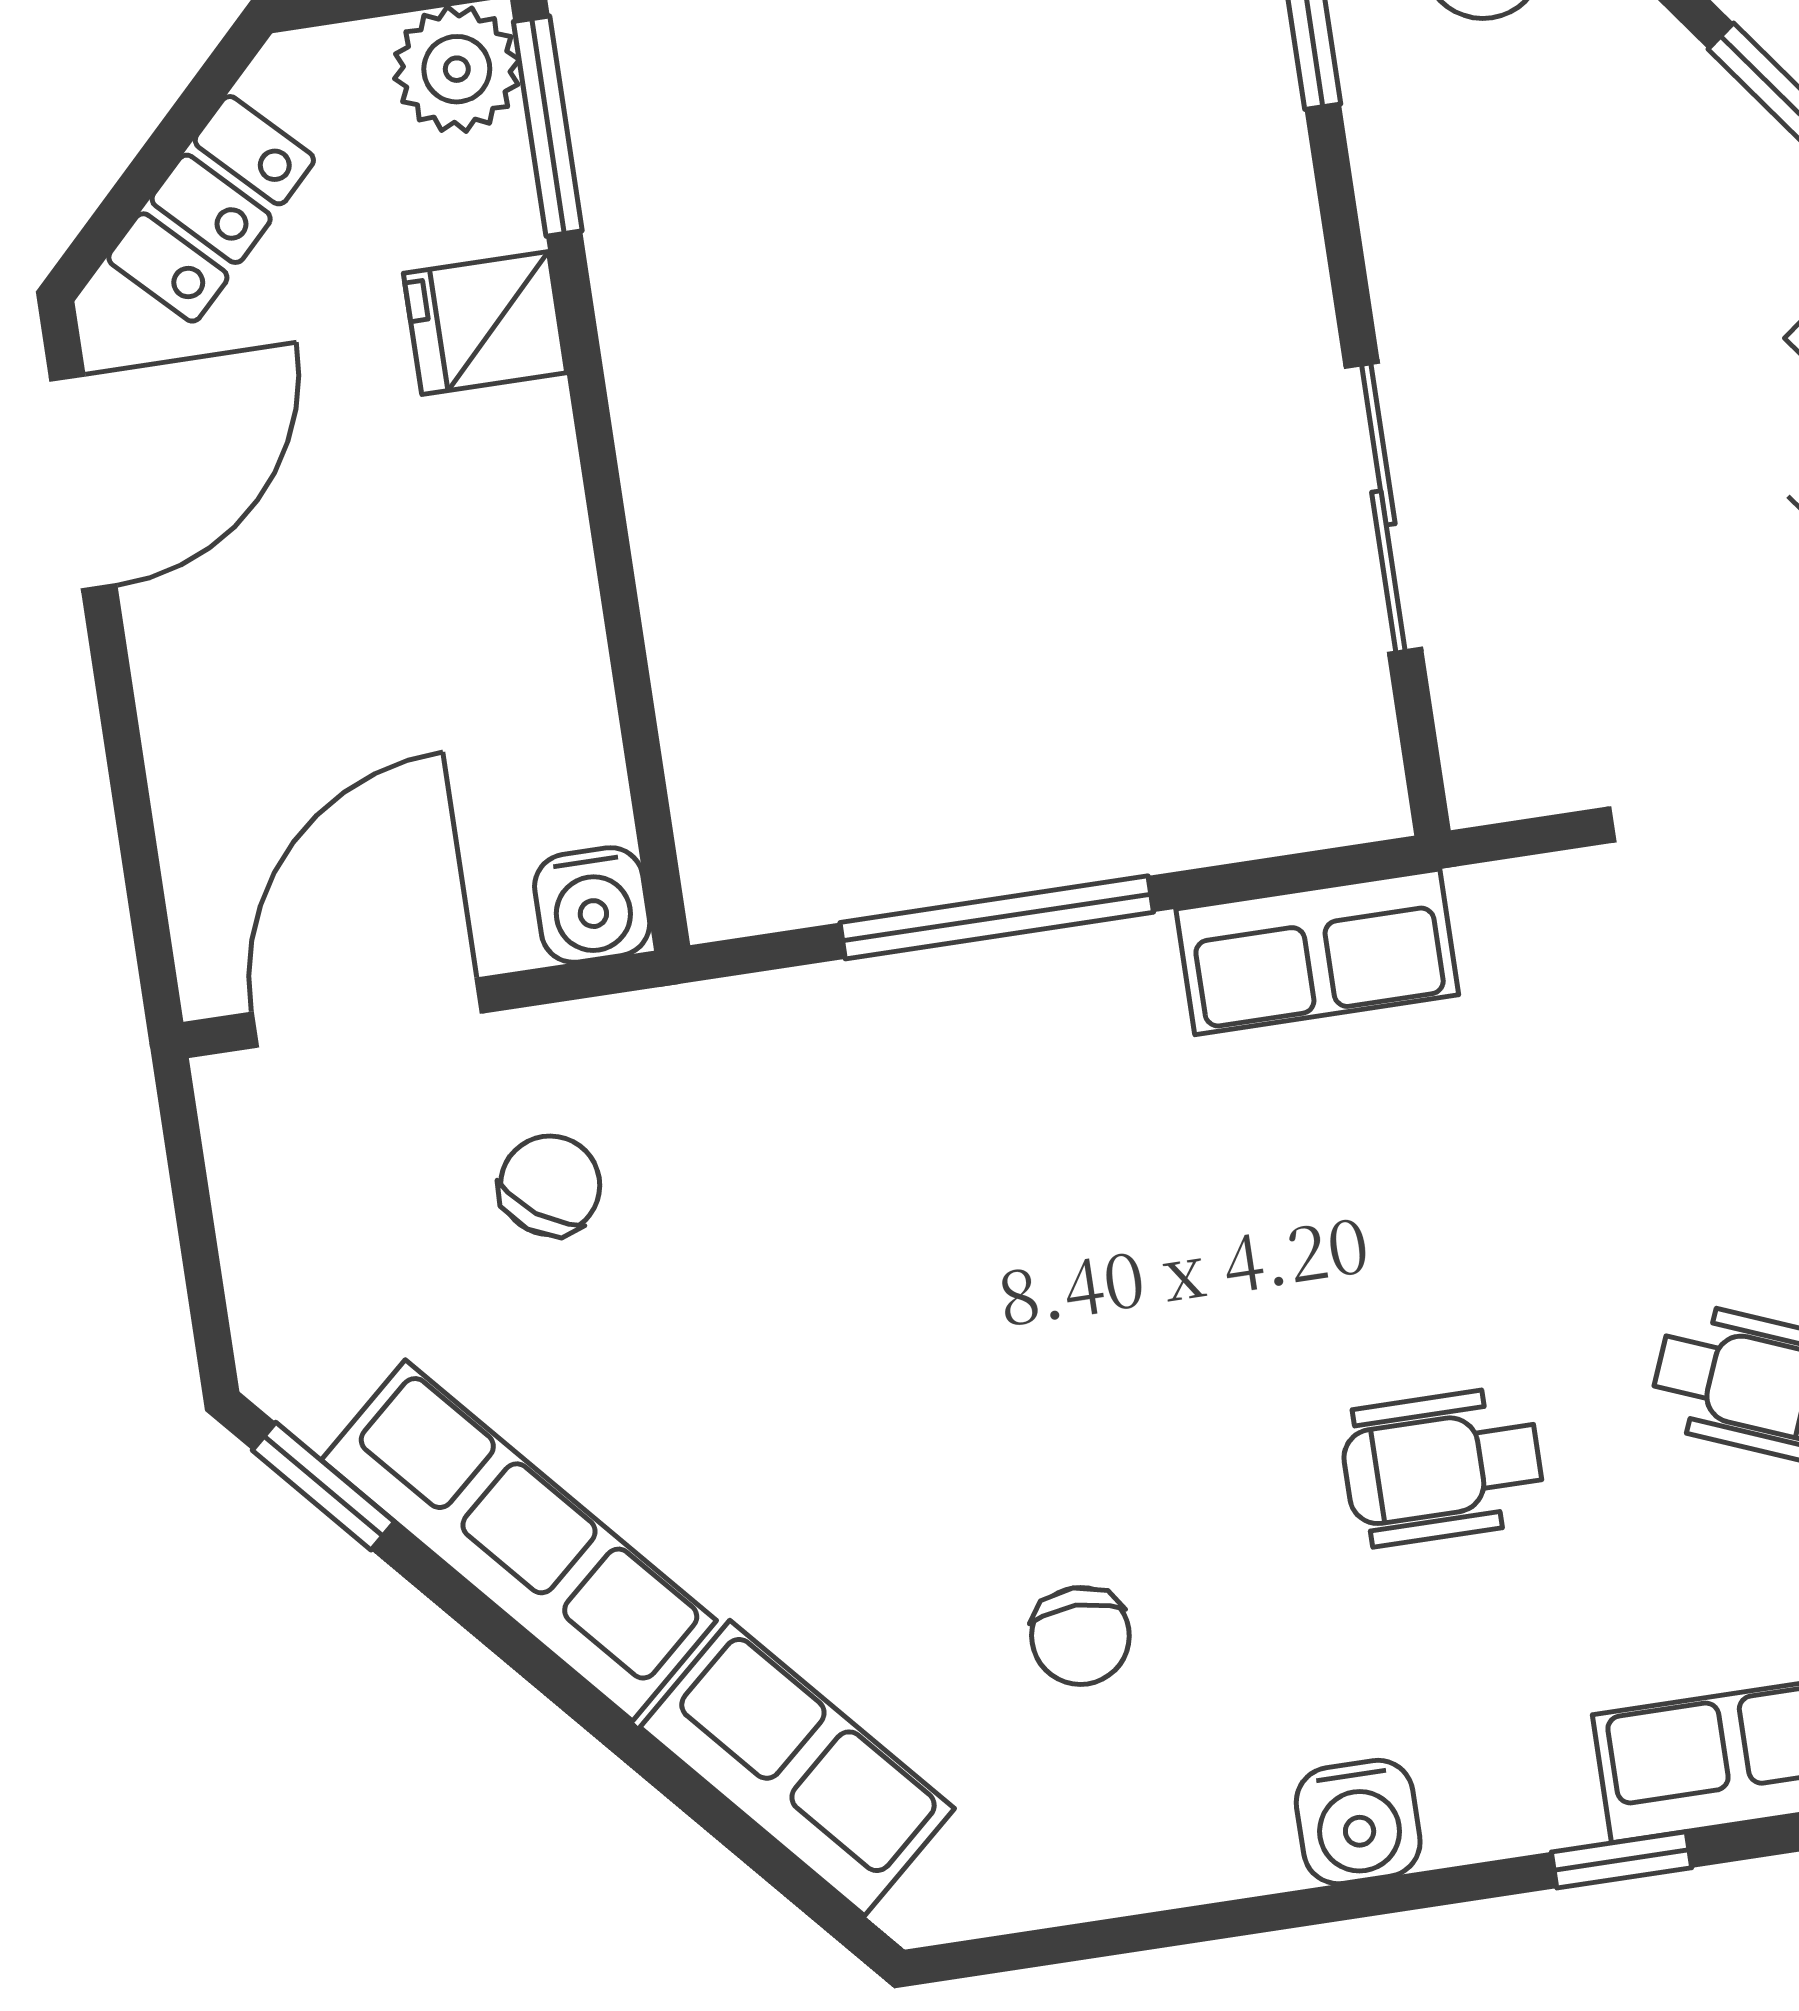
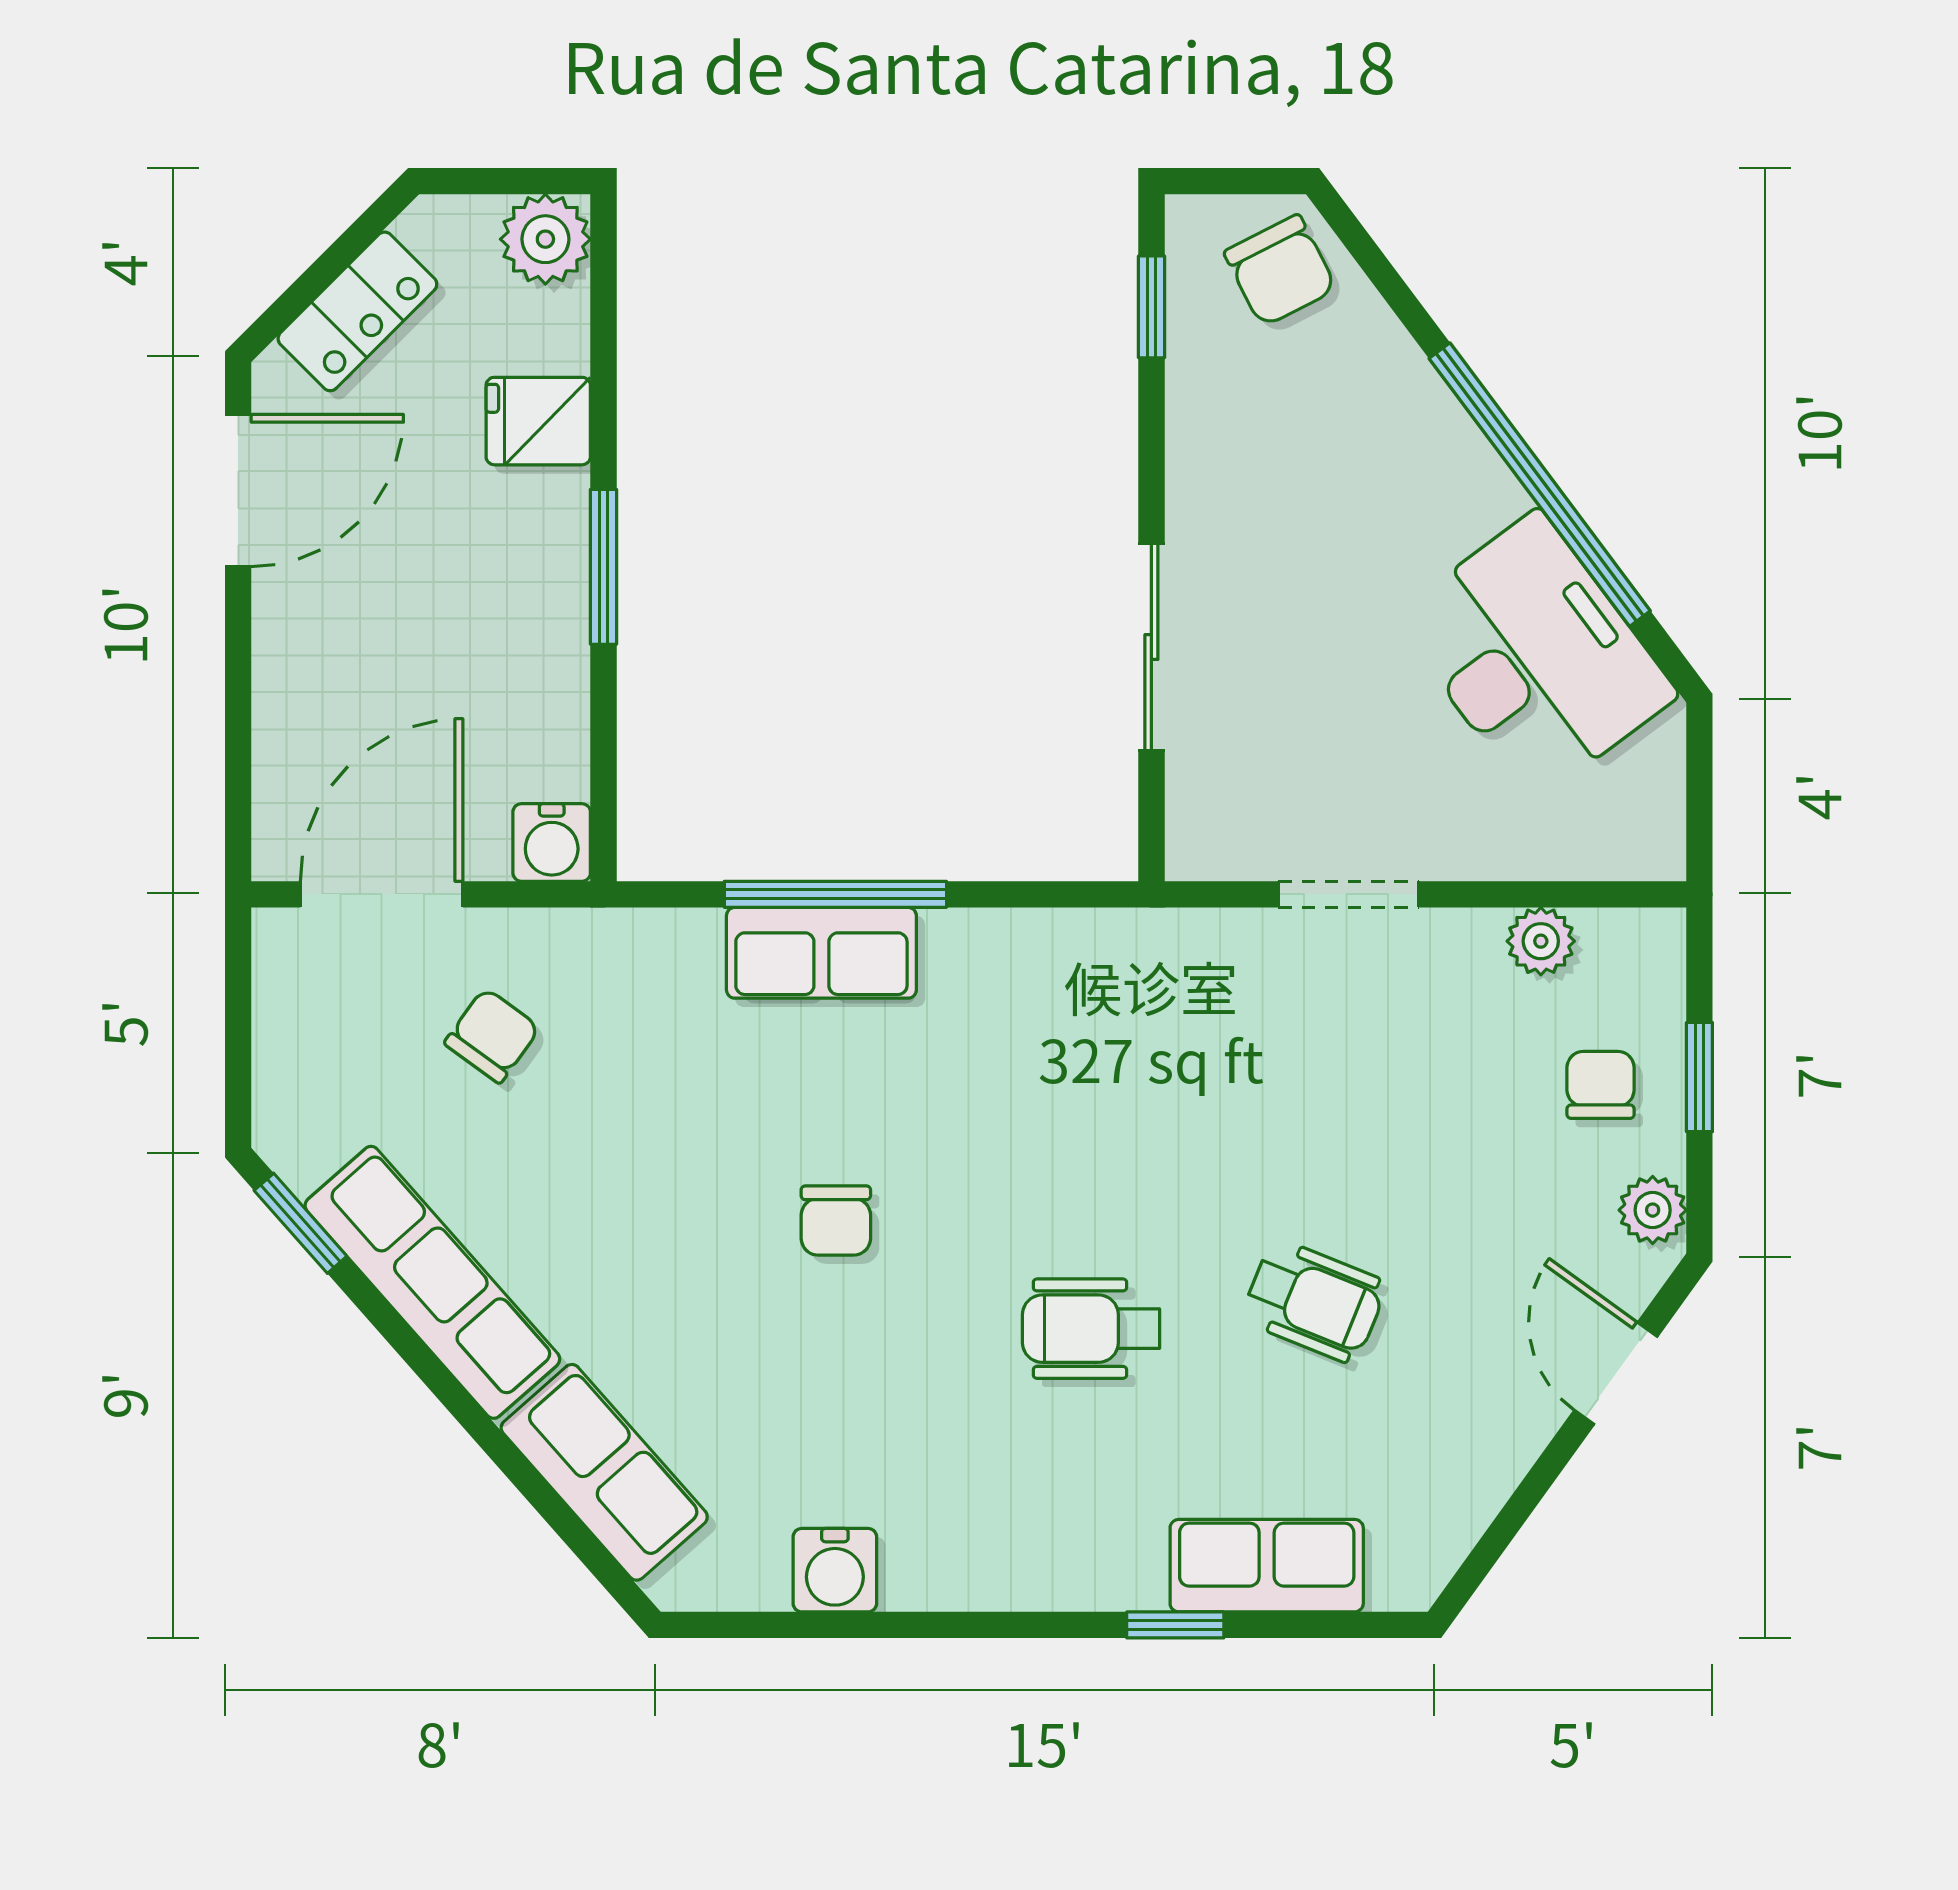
window: (548, 126) -> (603, 567), moved
row of seats: (1317, 952) -> (821, 953), moved
chair: (1080, 1636) -> (836, 1221), moved
water cooler: (1358, 1822) -> (835, 1570), moved

